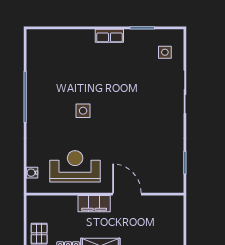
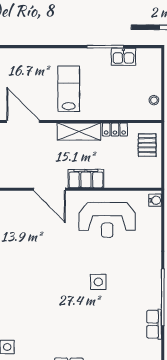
row of seats: (33, 73) -> (154, 324), added
water cooler: (32, 173) -> (155, 200), moved

